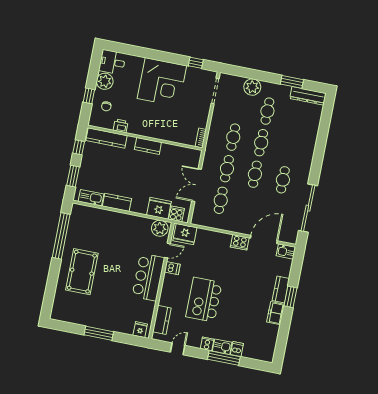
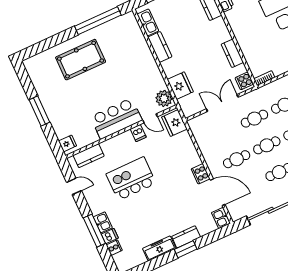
kitchen counter: (148, 146) -> (232, 53), moved
cafe table: (221, 200) -> (237, 159), moved
cooker: (176, 214) -> (244, 81), moved, turned 180
freezer: (276, 313) -> (159, 248), width x1.40
cooker: (207, 344) -> (114, 248), moved

